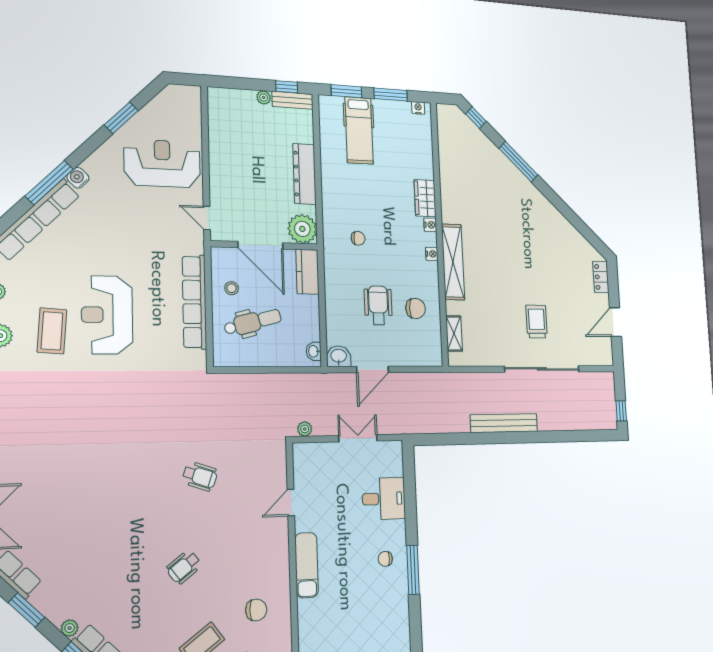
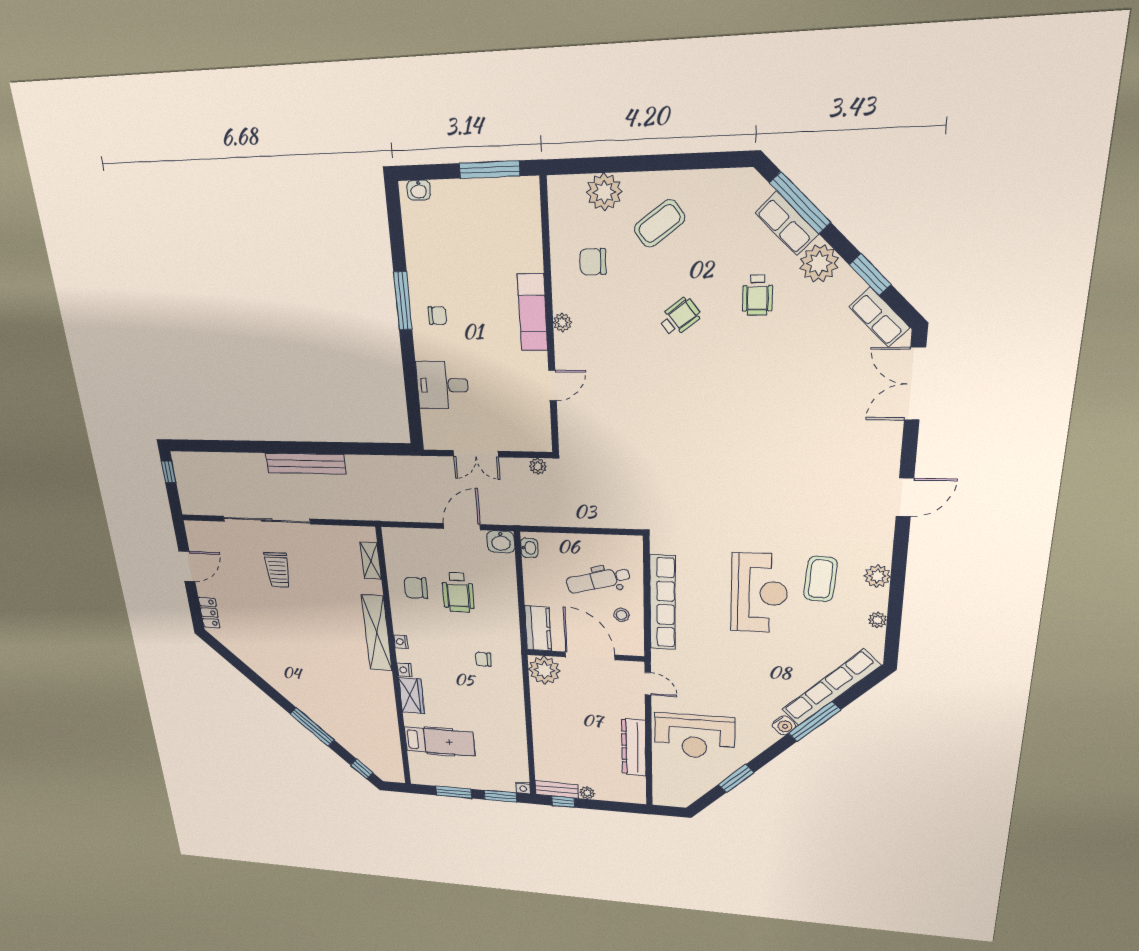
nightstand: (418, 108) -> (523, 788), moved
hospital bed: (359, 130) -> (440, 741), moved, turned 90
dresser: (305, 174) -> (634, 747), moved, turned 180
wheelchair: (200, 476) -> (758, 295), moved, turned -109
plant: (282, 558) -> (562, 323), added
plant: (70, 628) -> (819, 263), width x1.88, depth x1.88

